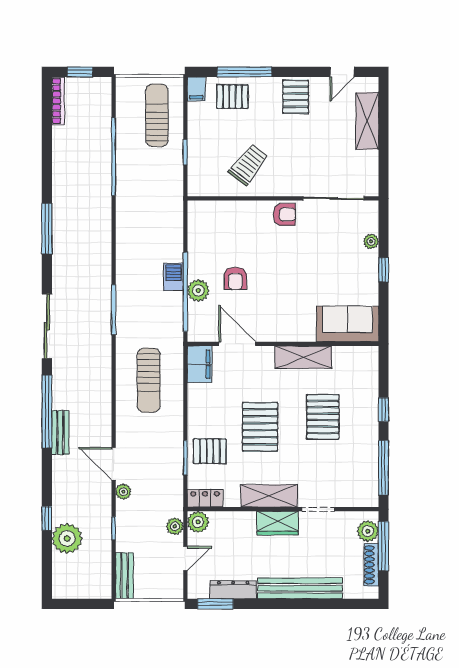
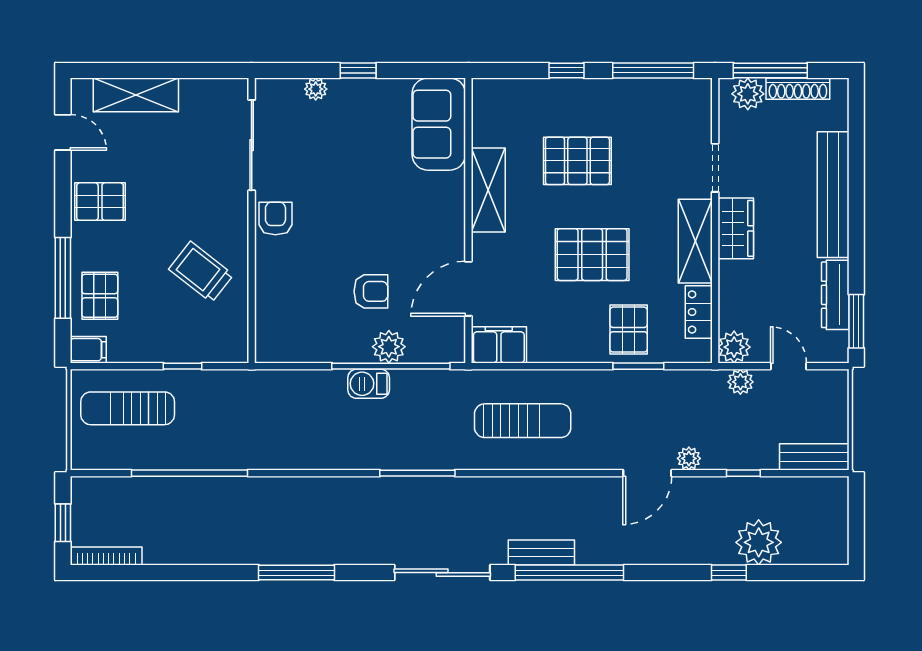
bench: (60, 433) -> (541, 553), moved
locker: (205, 498) -> (699, 312), moved

